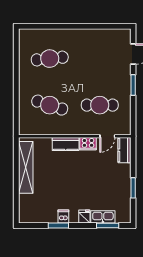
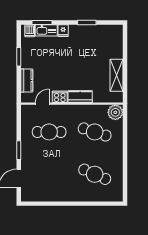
cafe table: (50, 59) -> (95, 174), turned 30
plant: (27, 127) -> (115, 112), added
kitchen counter: (124, 150) -> (27, 80), moved
shelving: (26, 167) -> (116, 75), width x0.68
dishwasher: (63, 217) -> (30, 31), moved

